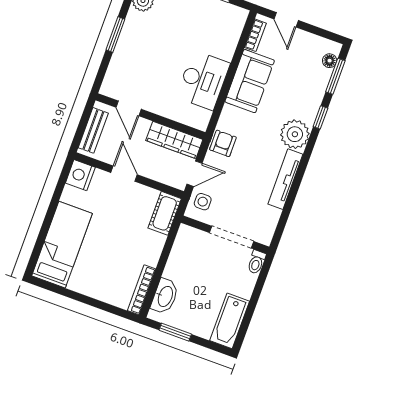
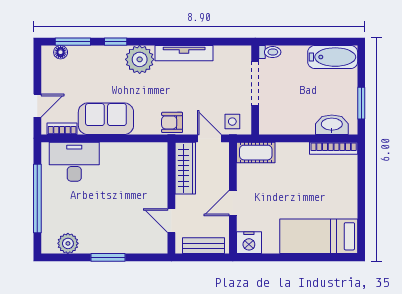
desk: (203, 80) -> (74, 162), moved
door: (129, 108) -> (171, 221), swing flipped

